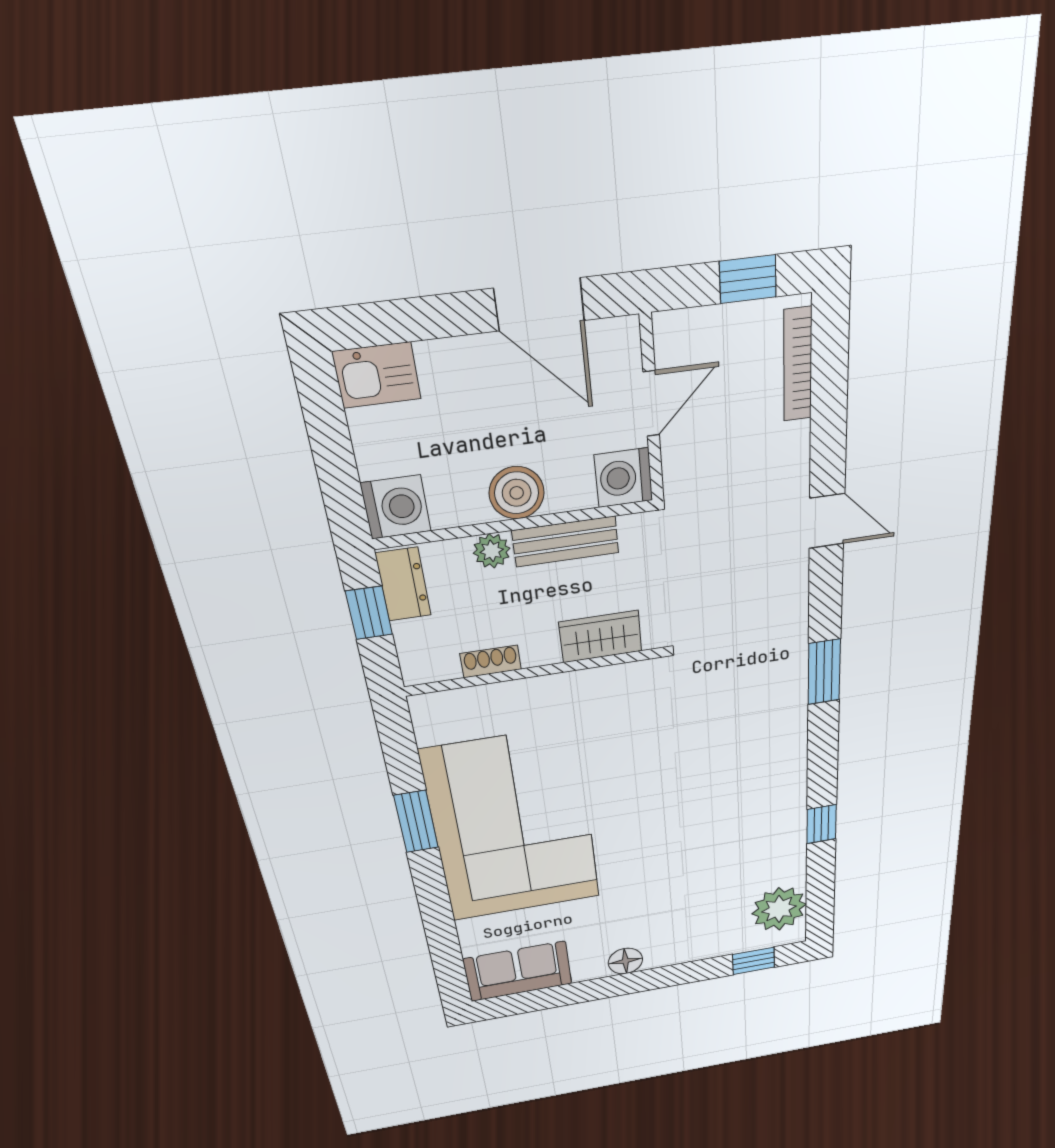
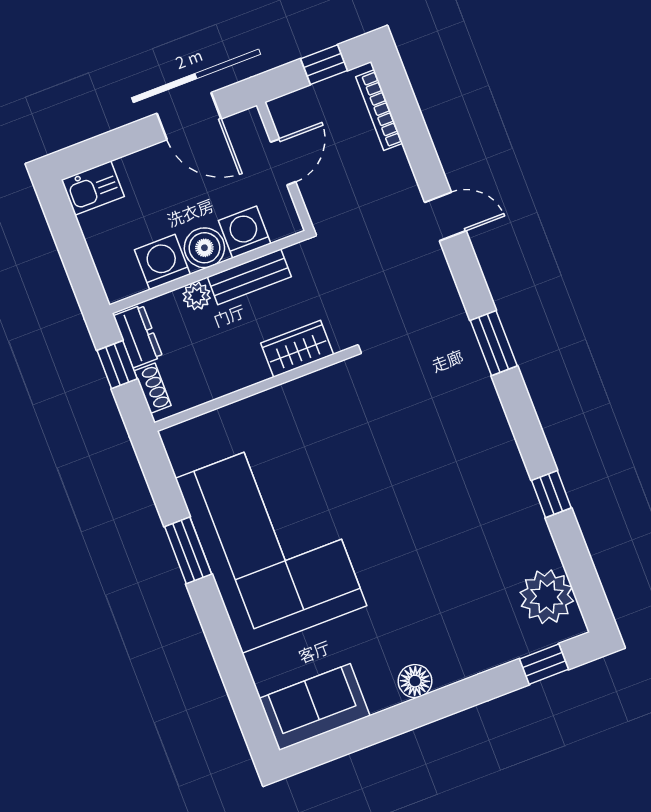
washing machine: (624, 478) -> (245, 232), moved, turned 90
washing machine: (396, 507) -> (162, 262), moved, turned -90
shoe rack: (491, 661) -> (153, 388), moved, turned 90

